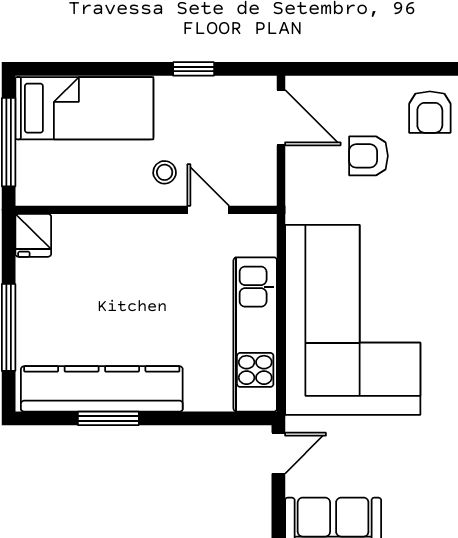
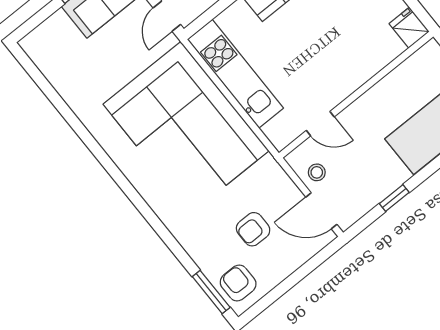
armchair: (368, 156) -> (253, 229), turned 180
stool: (165, 172) -> (317, 172), moved

